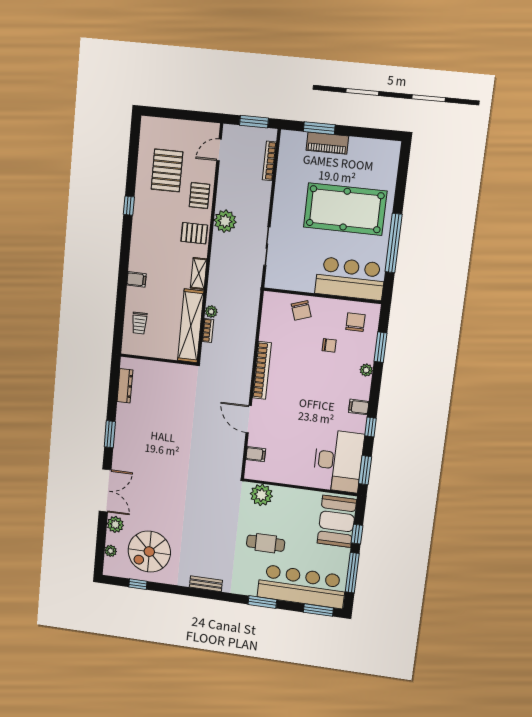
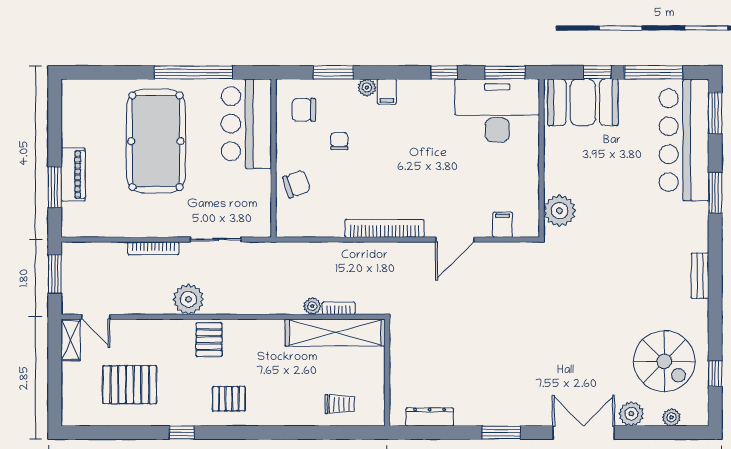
bookcase: (269, 161) -> (153, 248), moved
pallet: (199, 196) -> (229, 399), moved
shelving: (199, 273) -> (71, 340), moved, turned 90
filing cabinet: (136, 279) -> (280, 413), removed
filing cabinet: (359, 407) -> (387, 92), moved
cafe table: (266, 543) -> (628, 197), removed

